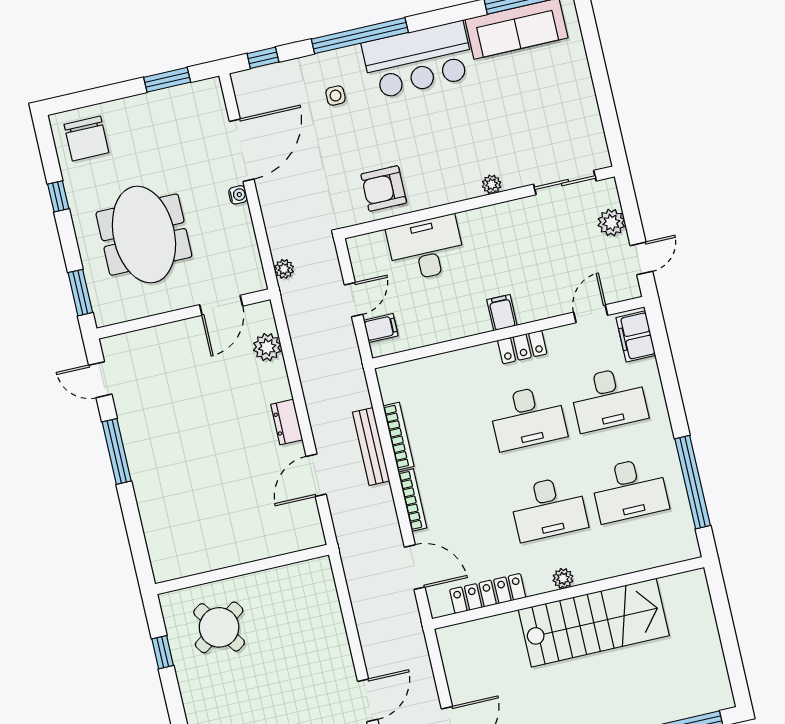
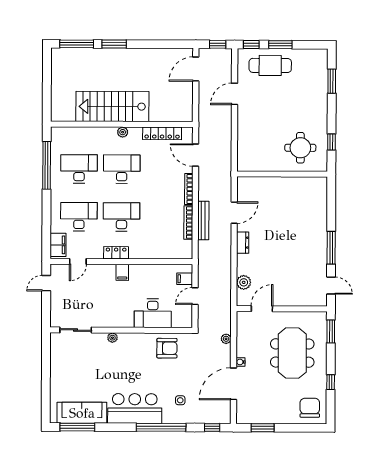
plant: (611, 223) -> (57, 305), removed
plant: (284, 269) -> (226, 339), moved
round table: (219, 627) -> (300, 148), turned 35

